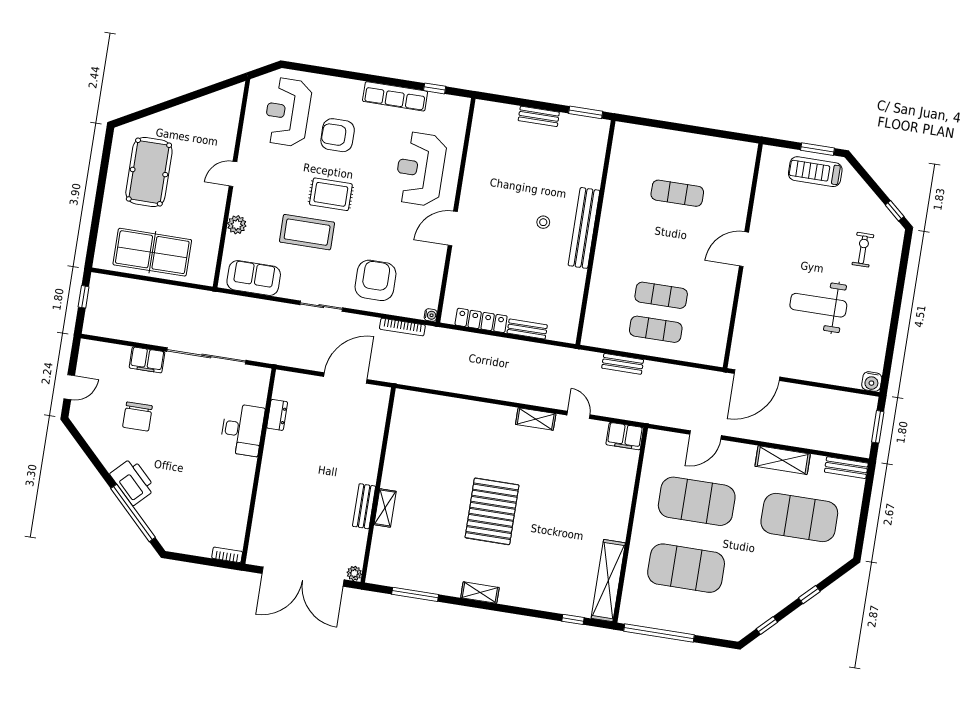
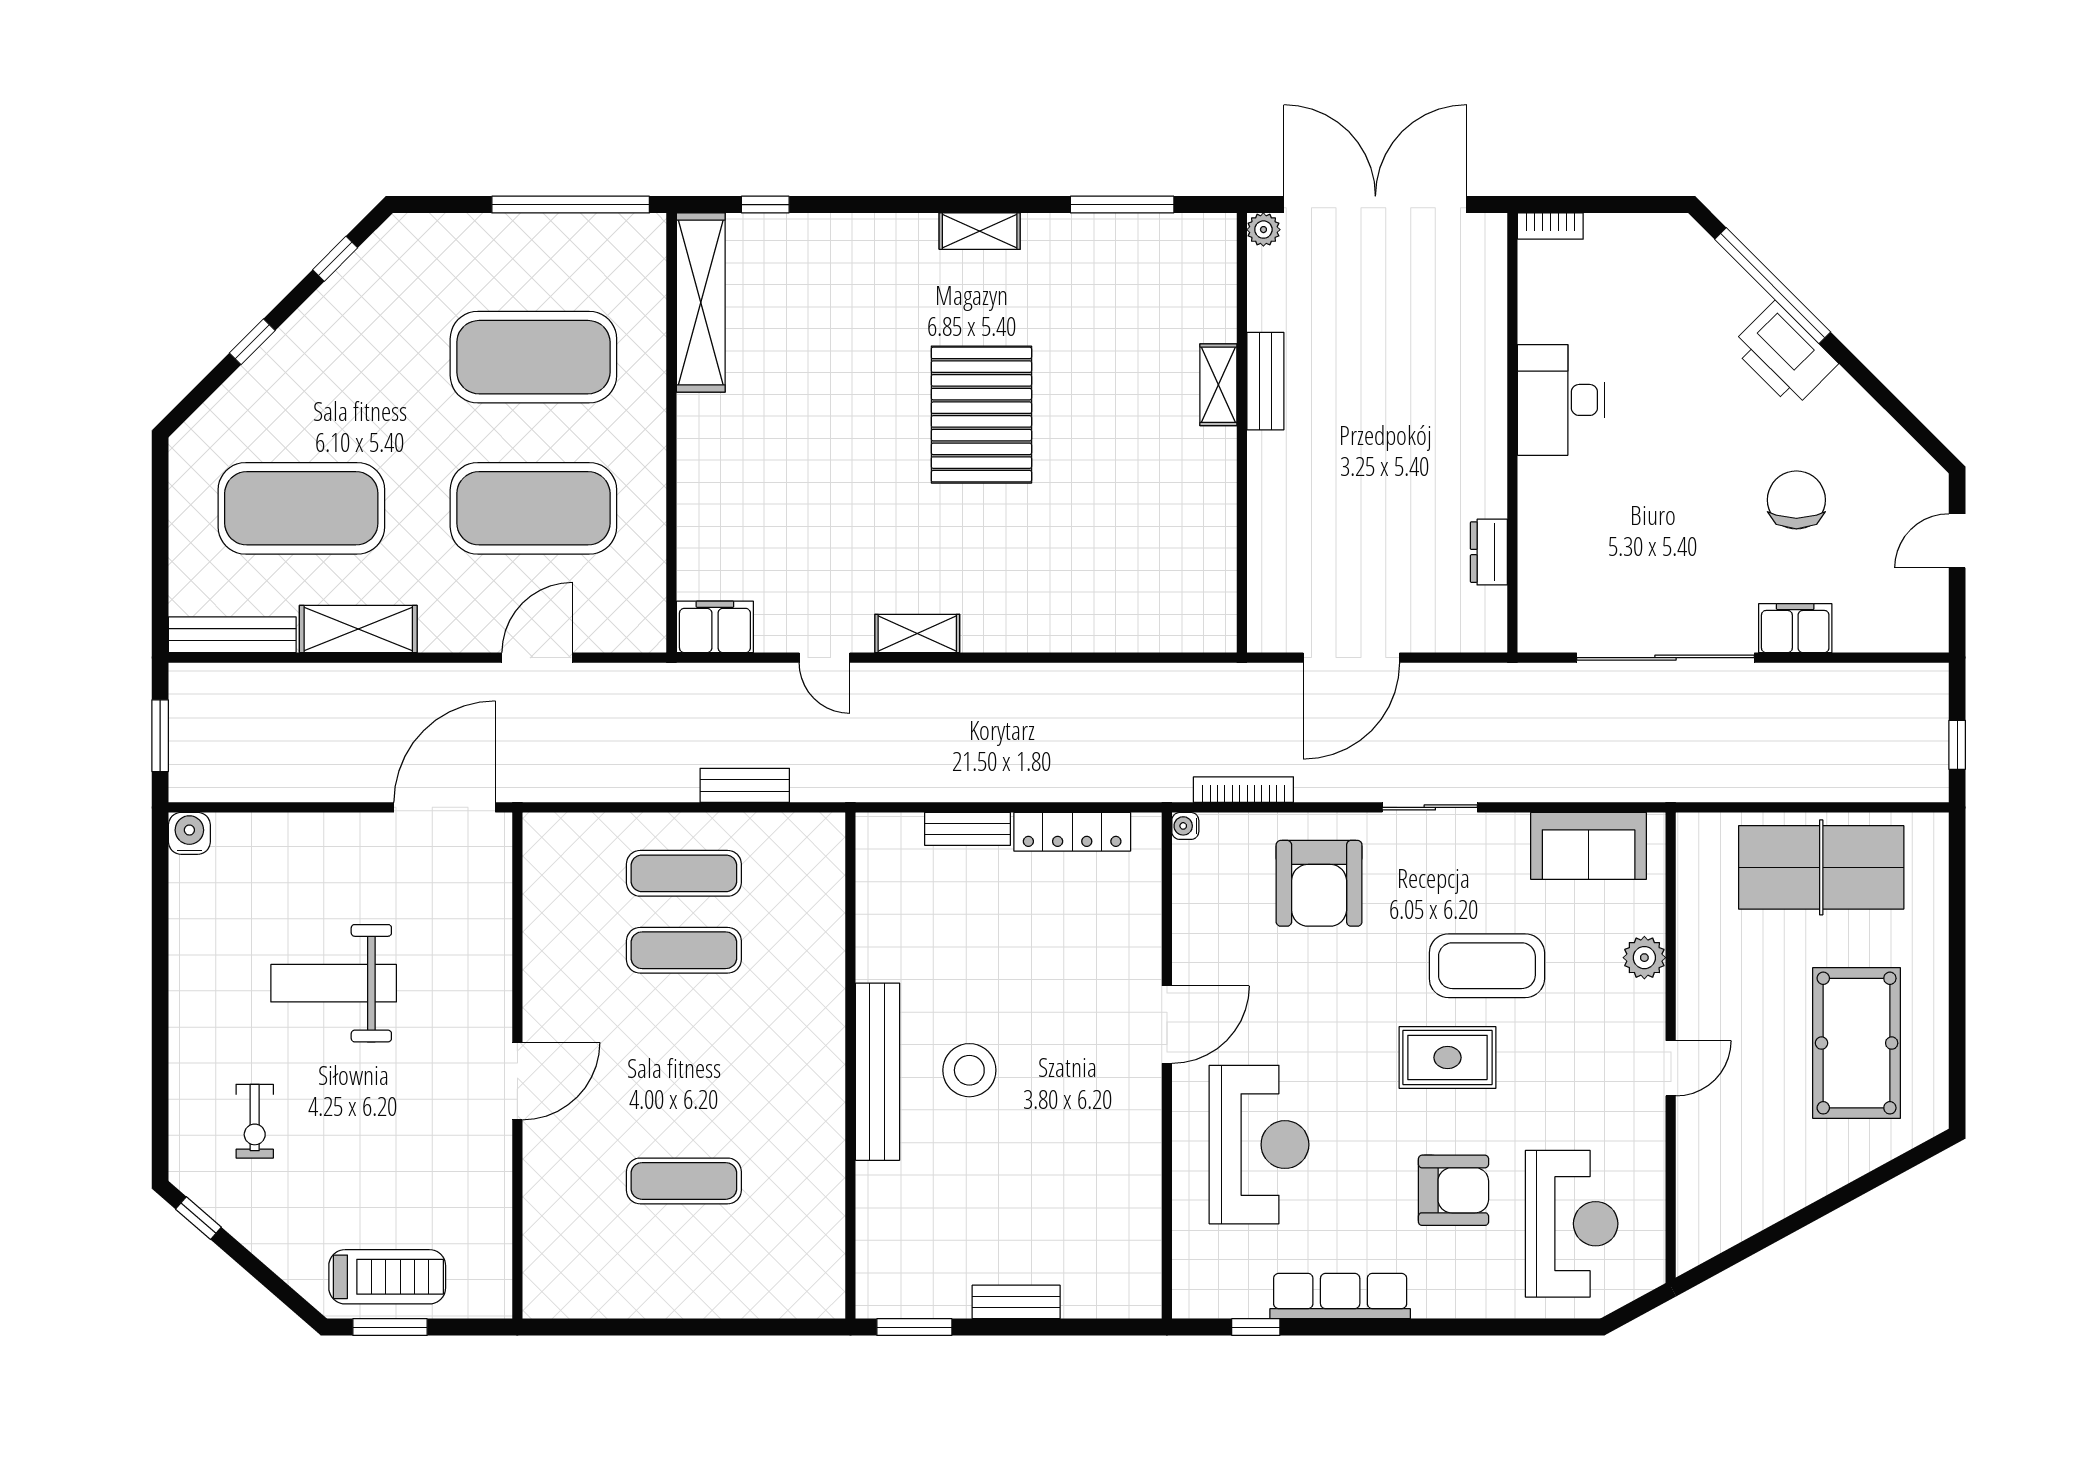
stool: (543, 222) -> (969, 1070), width x1.89, depth x1.89
weight bench: (818, 305) -> (334, 983), turned 180
desk: (242, 430) -> (1561, 400), moved
bench: (846, 468) -> (232, 635), width x1.36

